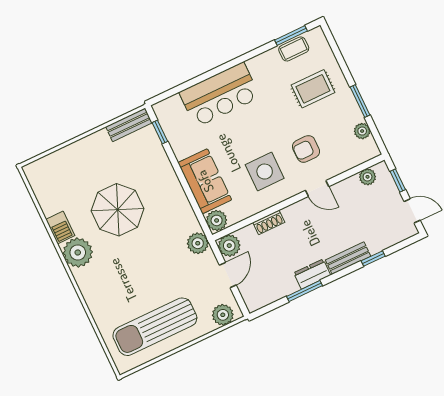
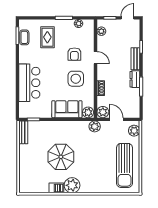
door: (317, 188) -> (96, 58), hinge flipped

